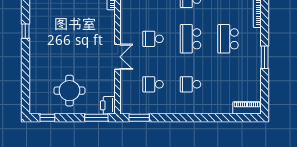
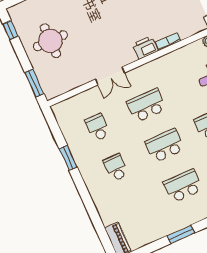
school desk: (153, 39) -> (146, 105), width x1.85
printer: (108, 105) -> (145, 48), moved
window: (139, 118) -> (68, 158), moved

